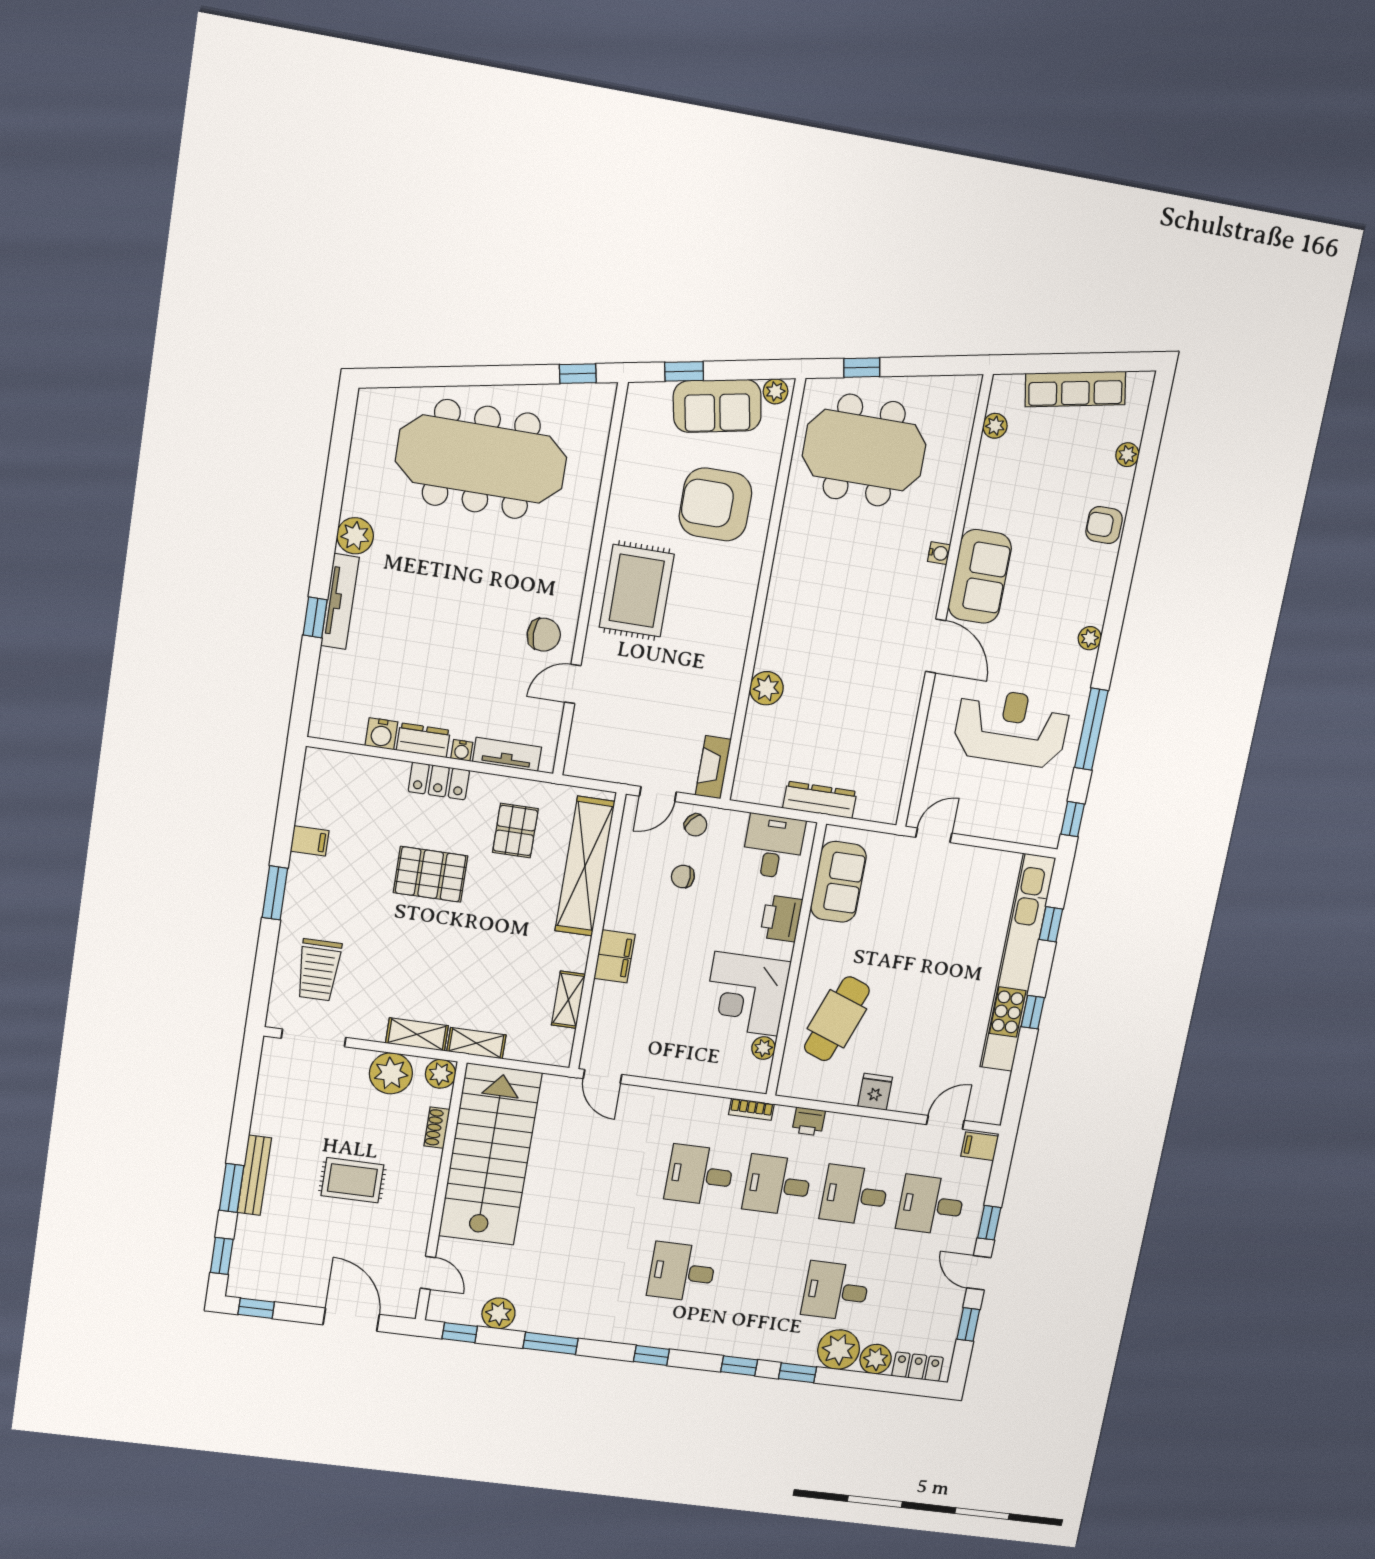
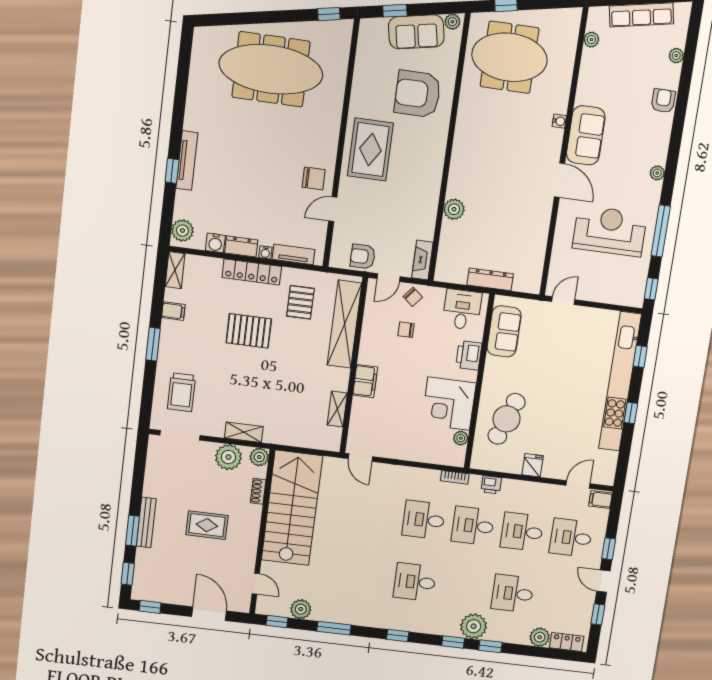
armchair: (1104, 525) -> (663, 101), turned 90
plant: (355, 536) -> (182, 231), moved
armchair: (618, 760) -> (363, 256), added
locker: (439, 781) -> (252, 272), width x1.53
shelving: (476, 1043) -> (175, 270), moved, turned 90
plant: (839, 1350) -> (474, 626), moved

